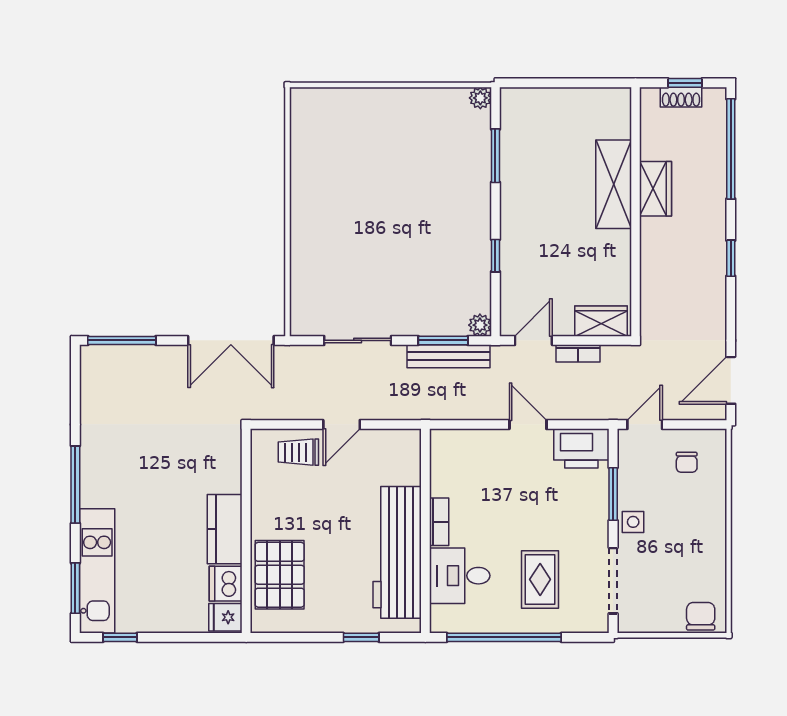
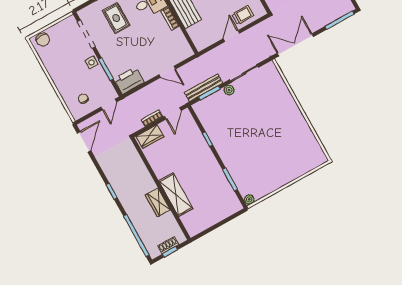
plant: (480, 325) -> (229, 90), moved
door: (528, 424) -> (167, 72), moved

